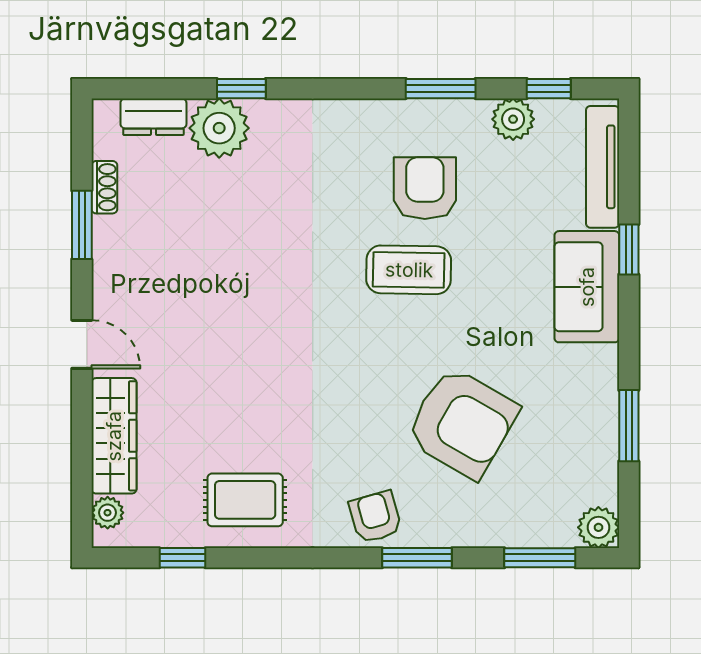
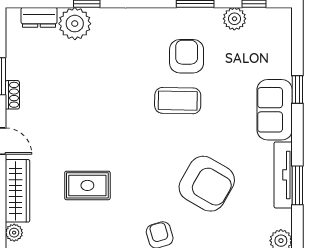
tv unit: (603, 167) -> (283, 175), moved
shoe rack: (104, 187) -> (12, 95), moved
rug: (245, 500) -> (87, 185), moved

